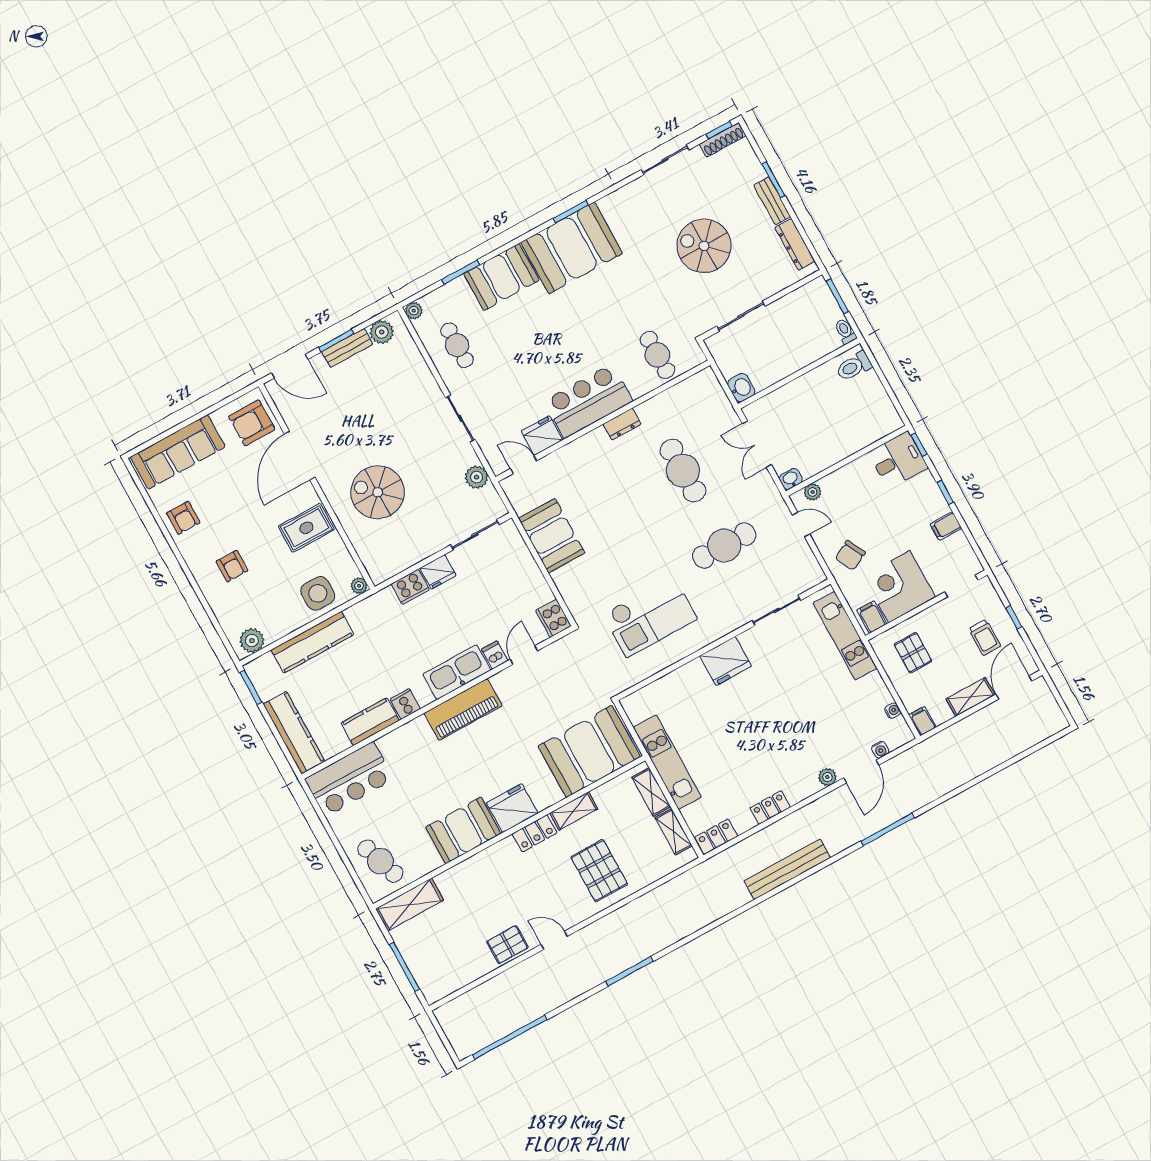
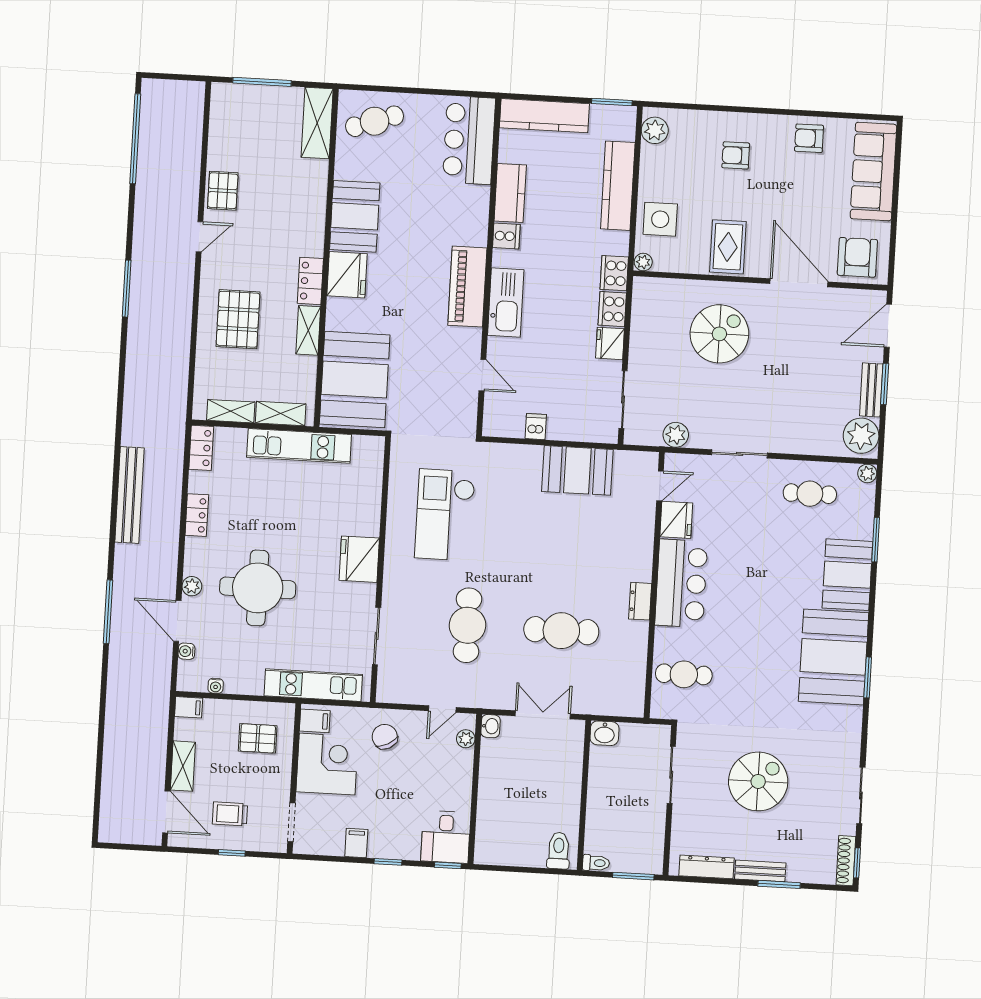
plant: (382, 332) -> (861, 436), width x1.36, depth x1.36
cooker: (553, 618) -> (614, 273), moved, turned -90
dishwasher: (495, 655) -> (536, 427), moved, turned -90
round table: (797, 725) -> (258, 588), added
pallet: (599, 871) -> (238, 319), turned 90

